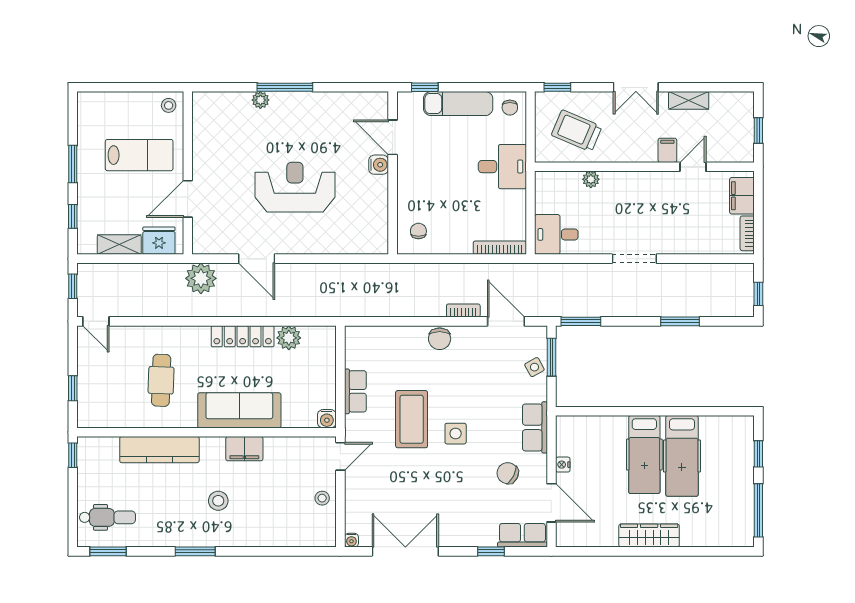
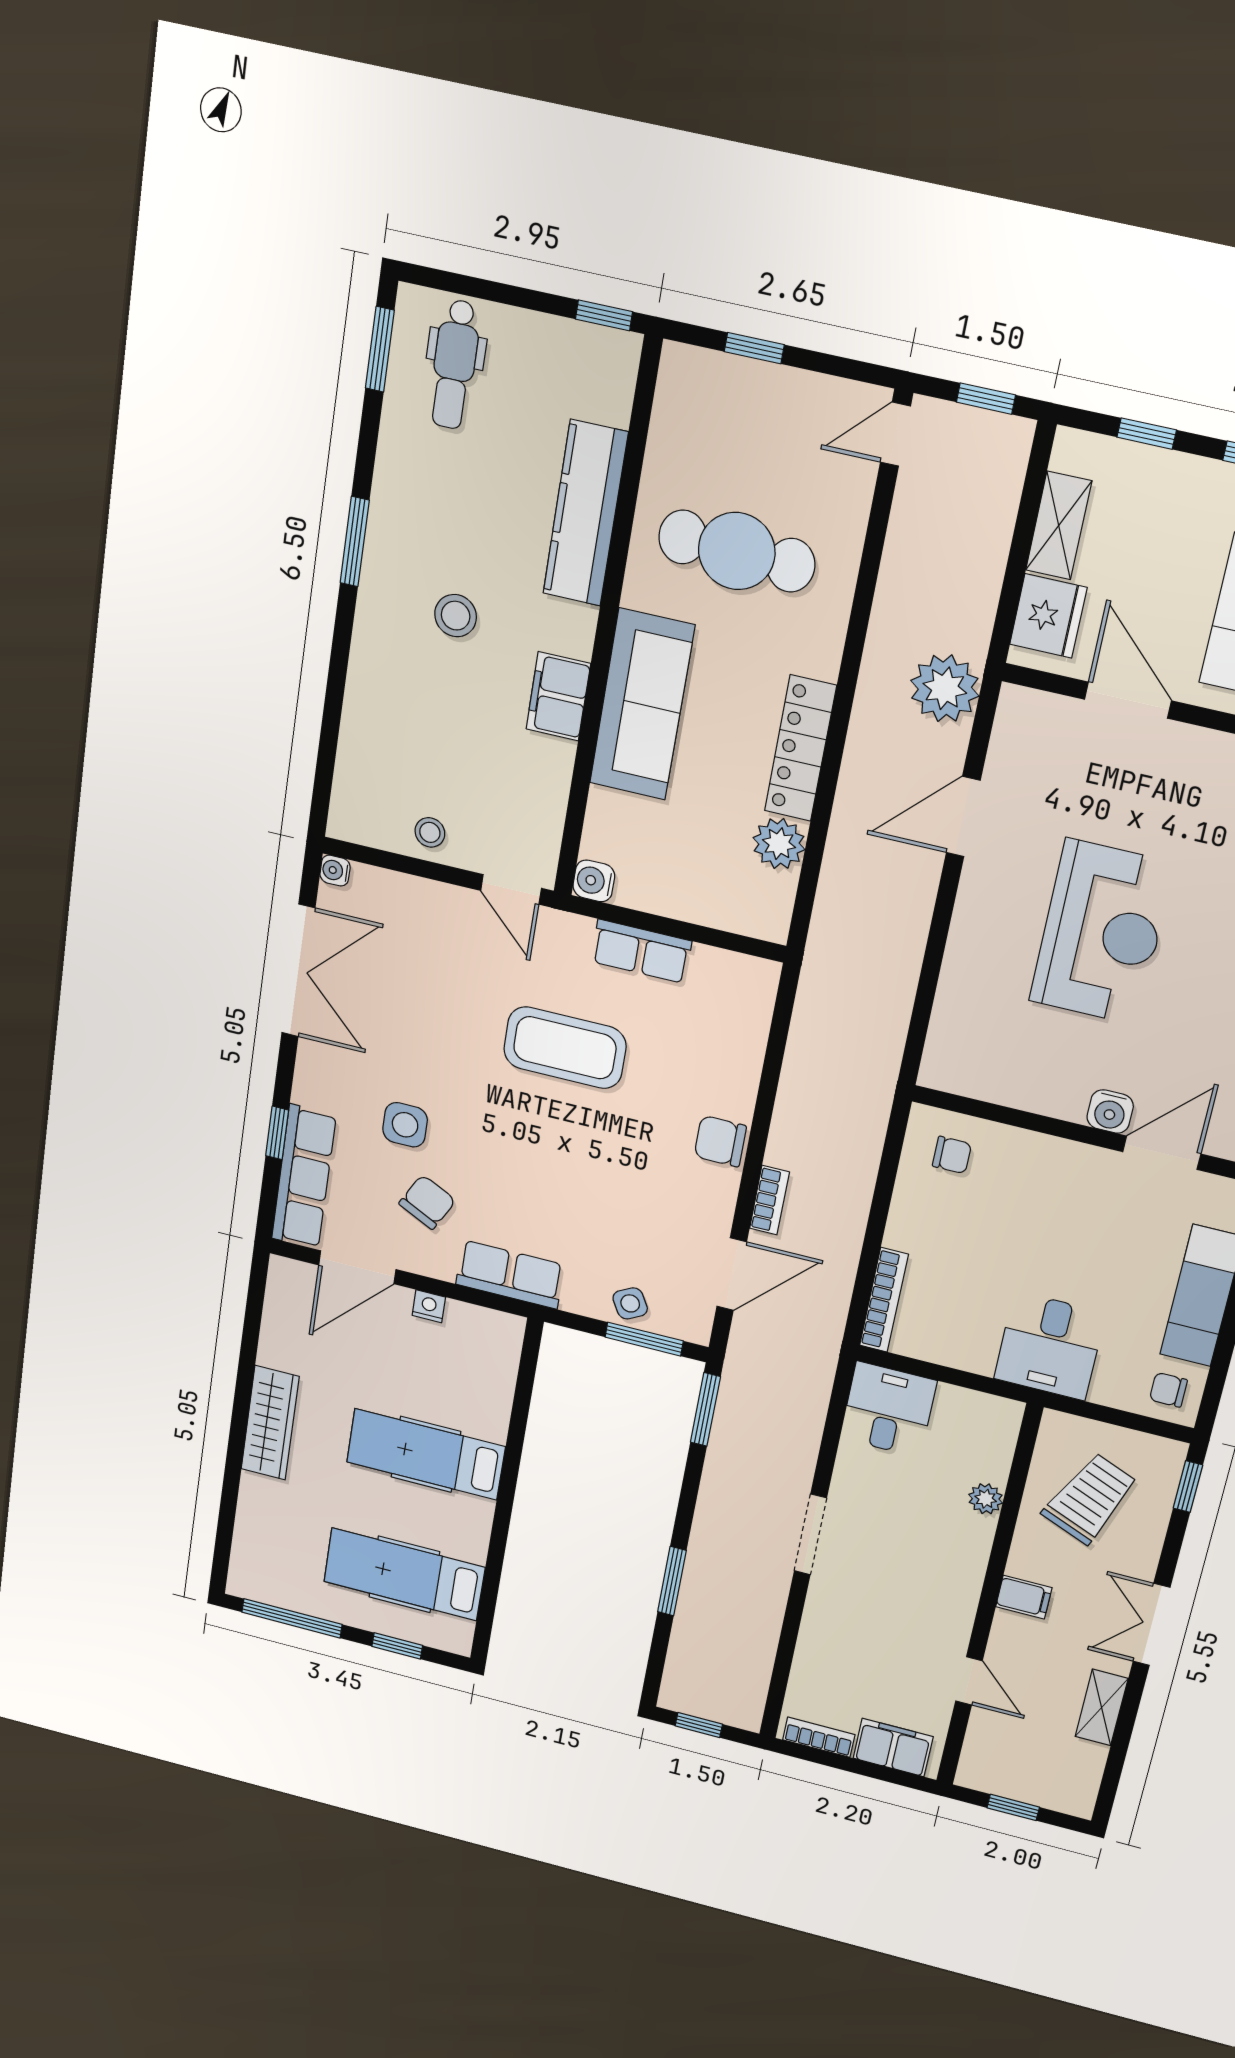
filing cabinet: (667, 150) -> (1024, 1597), moved
cafe table: (161, 380) -> (737, 551), width x1.37, depth x1.35
side table: (456, 434) -> (405, 1125), moved
hospital bed: (682, 456) -> (404, 1574), moved
row of seats: (522, 535) -> (304, 1177), width x1.48

